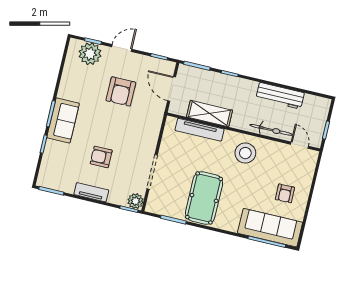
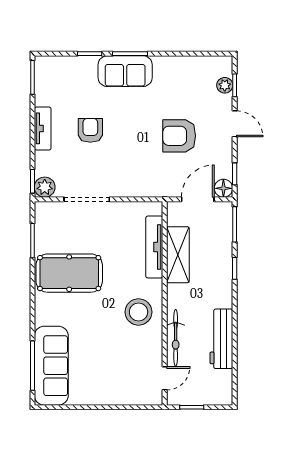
plant: (90, 54) -> (225, 85), width x0.53, depth x0.53
floor lamp: (168, 68) -> (223, 188), added
armchair: (285, 193) -> (99, 374), removed

